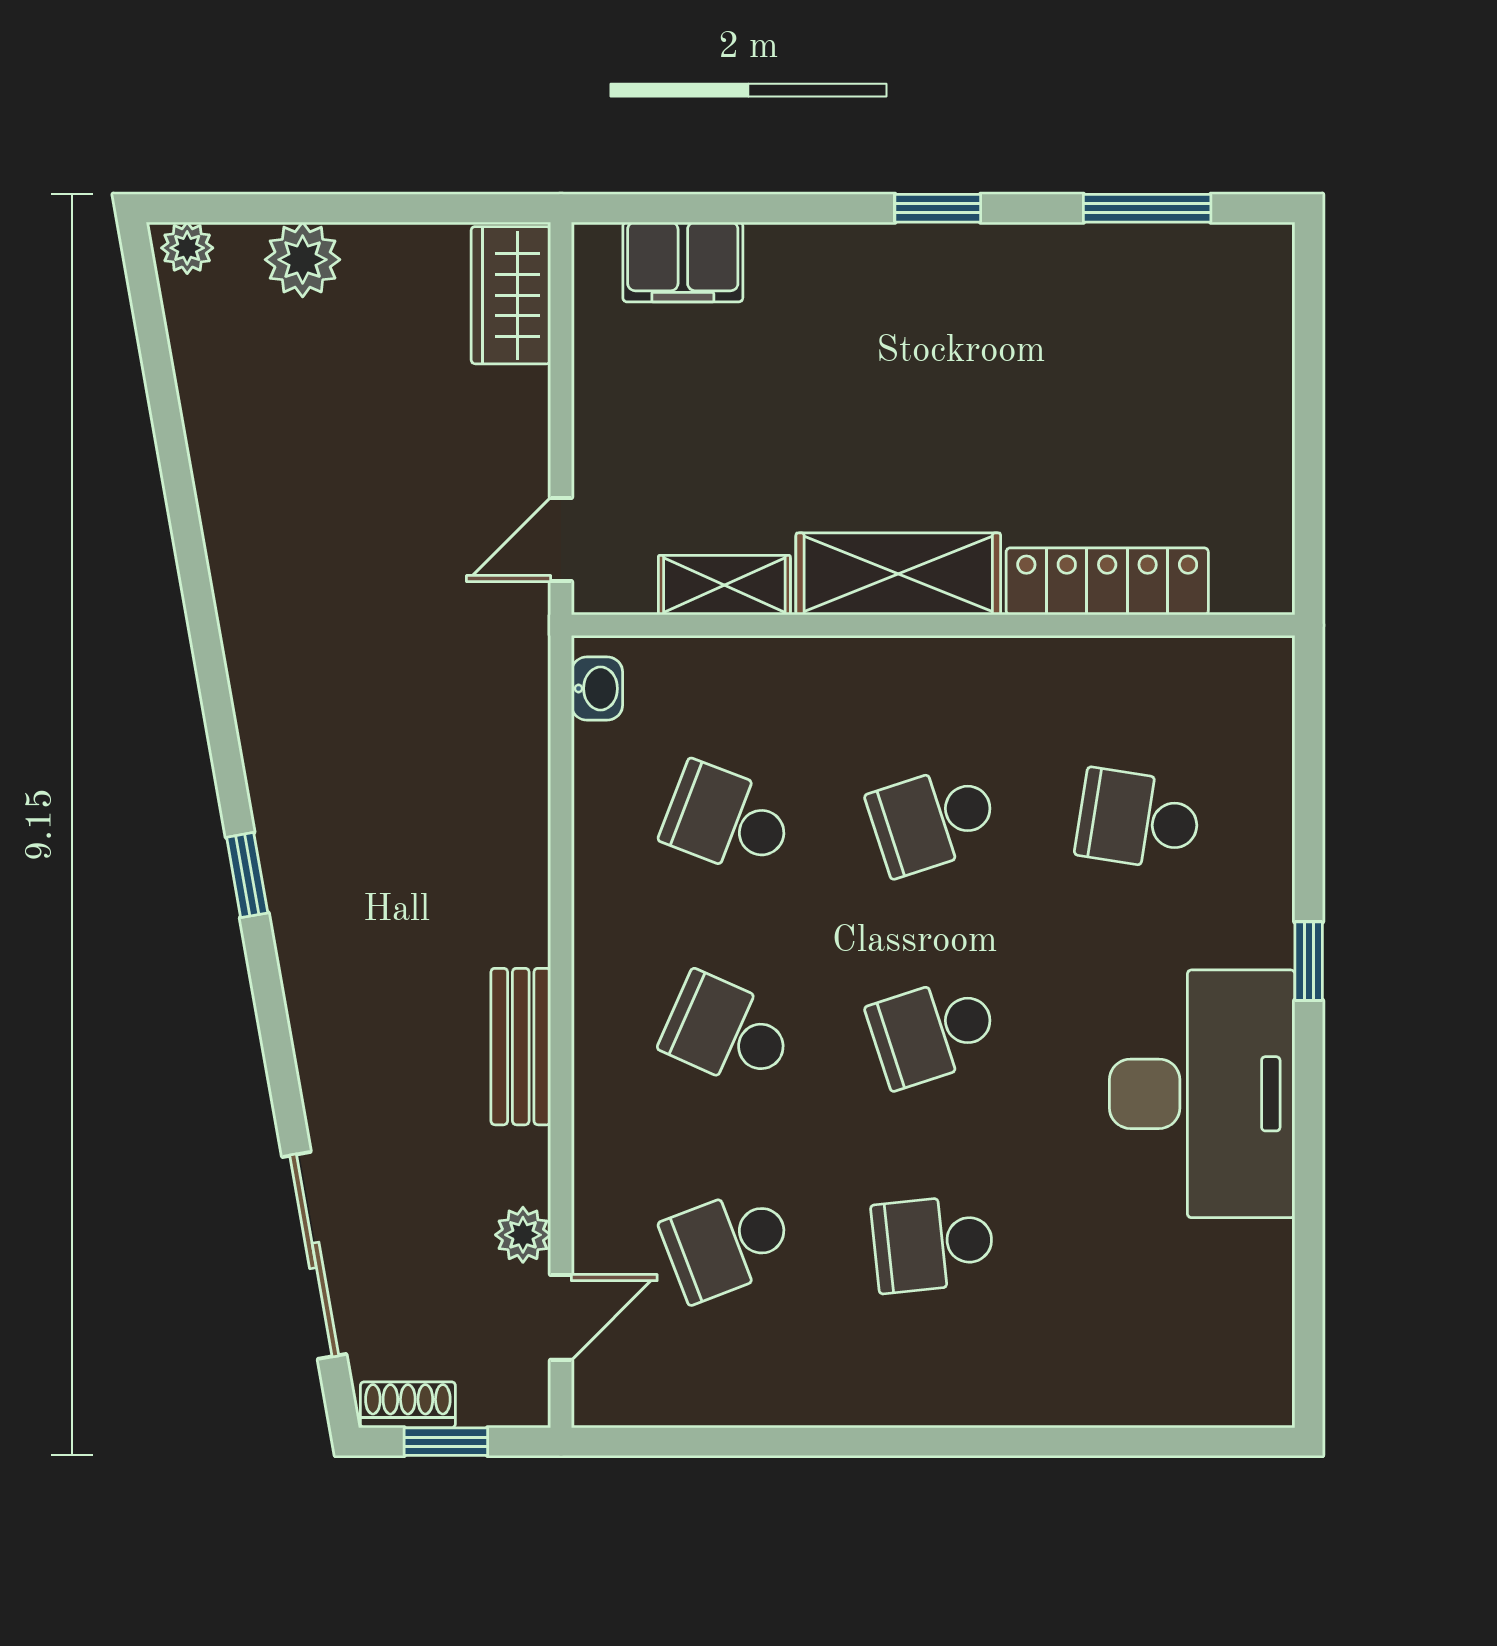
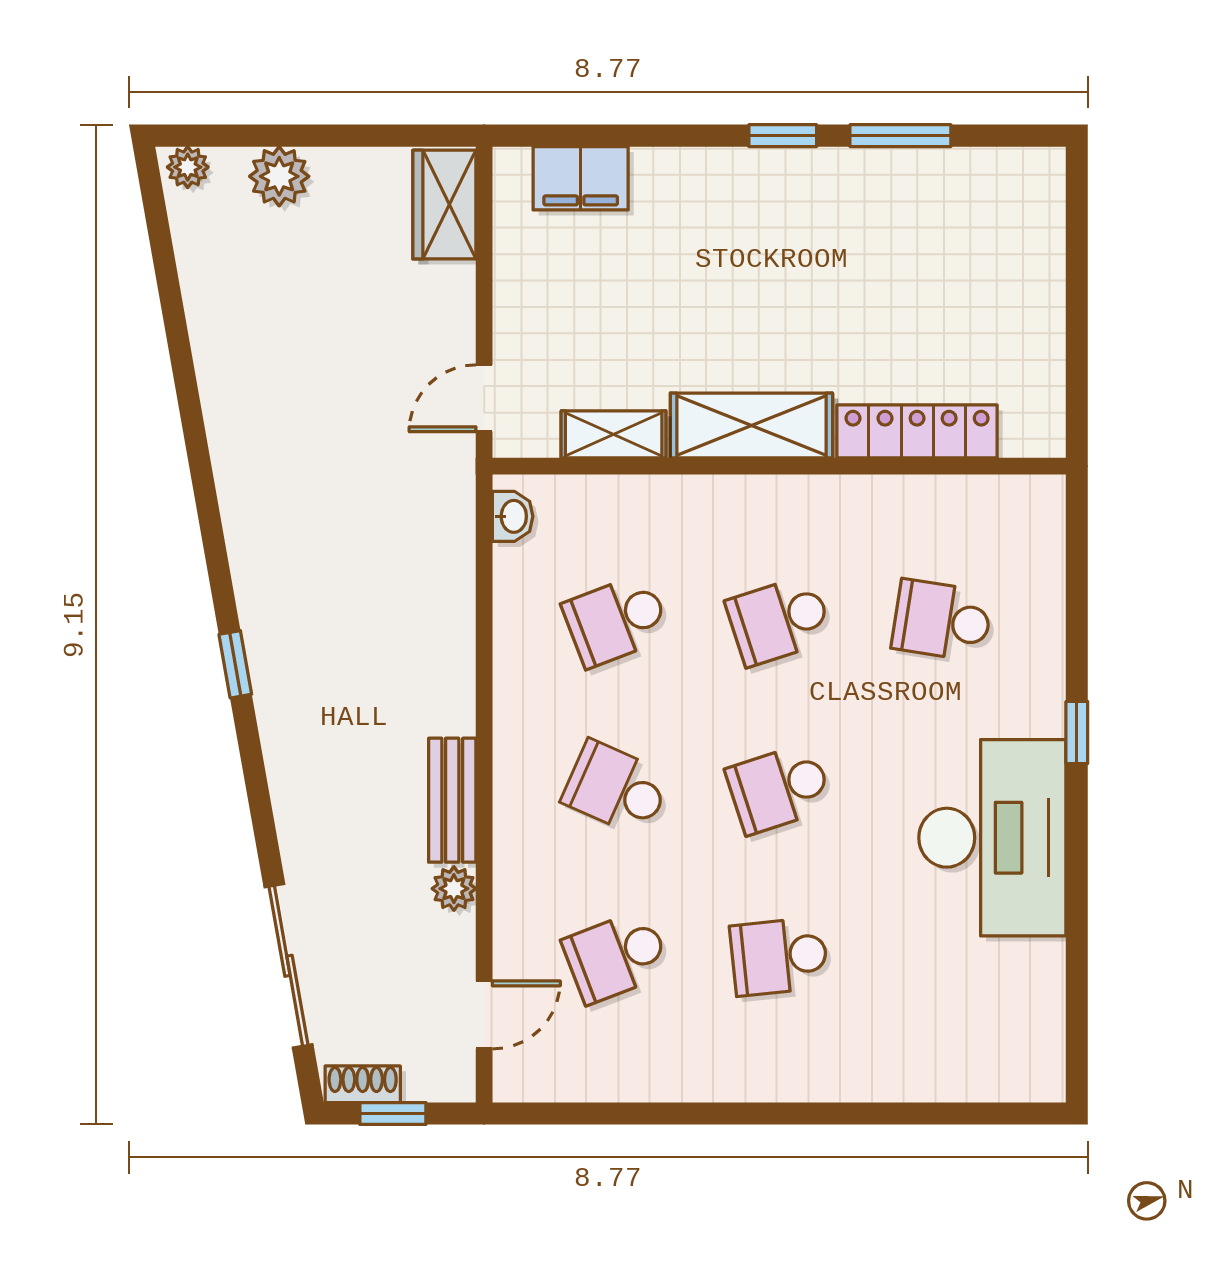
window: (1147, 208) -> (900, 136), moved
school desk: (728, 820) -> (616, 620), turned -42
plant: (523, 1235) -> (454, 889), moved

